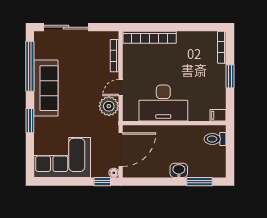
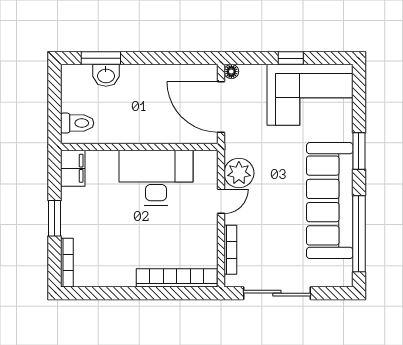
sliding door: (66, 27) -> (277, 293), moved
sofa: (46, 88) -> (330, 201), width x1.36, depth x1.27
filing cabinet: (218, 115) -> (73, 168), width x2.00
door: (121, 150) -> (221, 107), hinge flipped
washbasin: (179, 170) -> (106, 75), moved
window: (102, 182) -> (291, 58), moved

